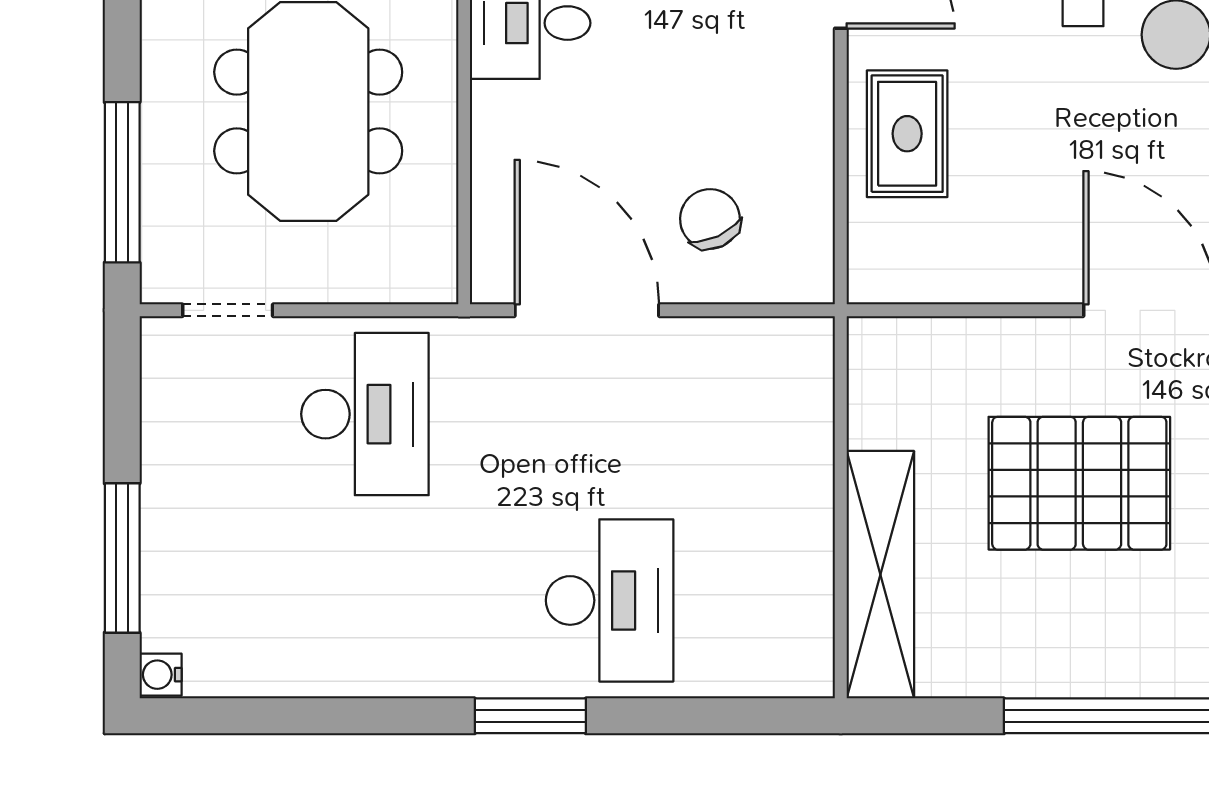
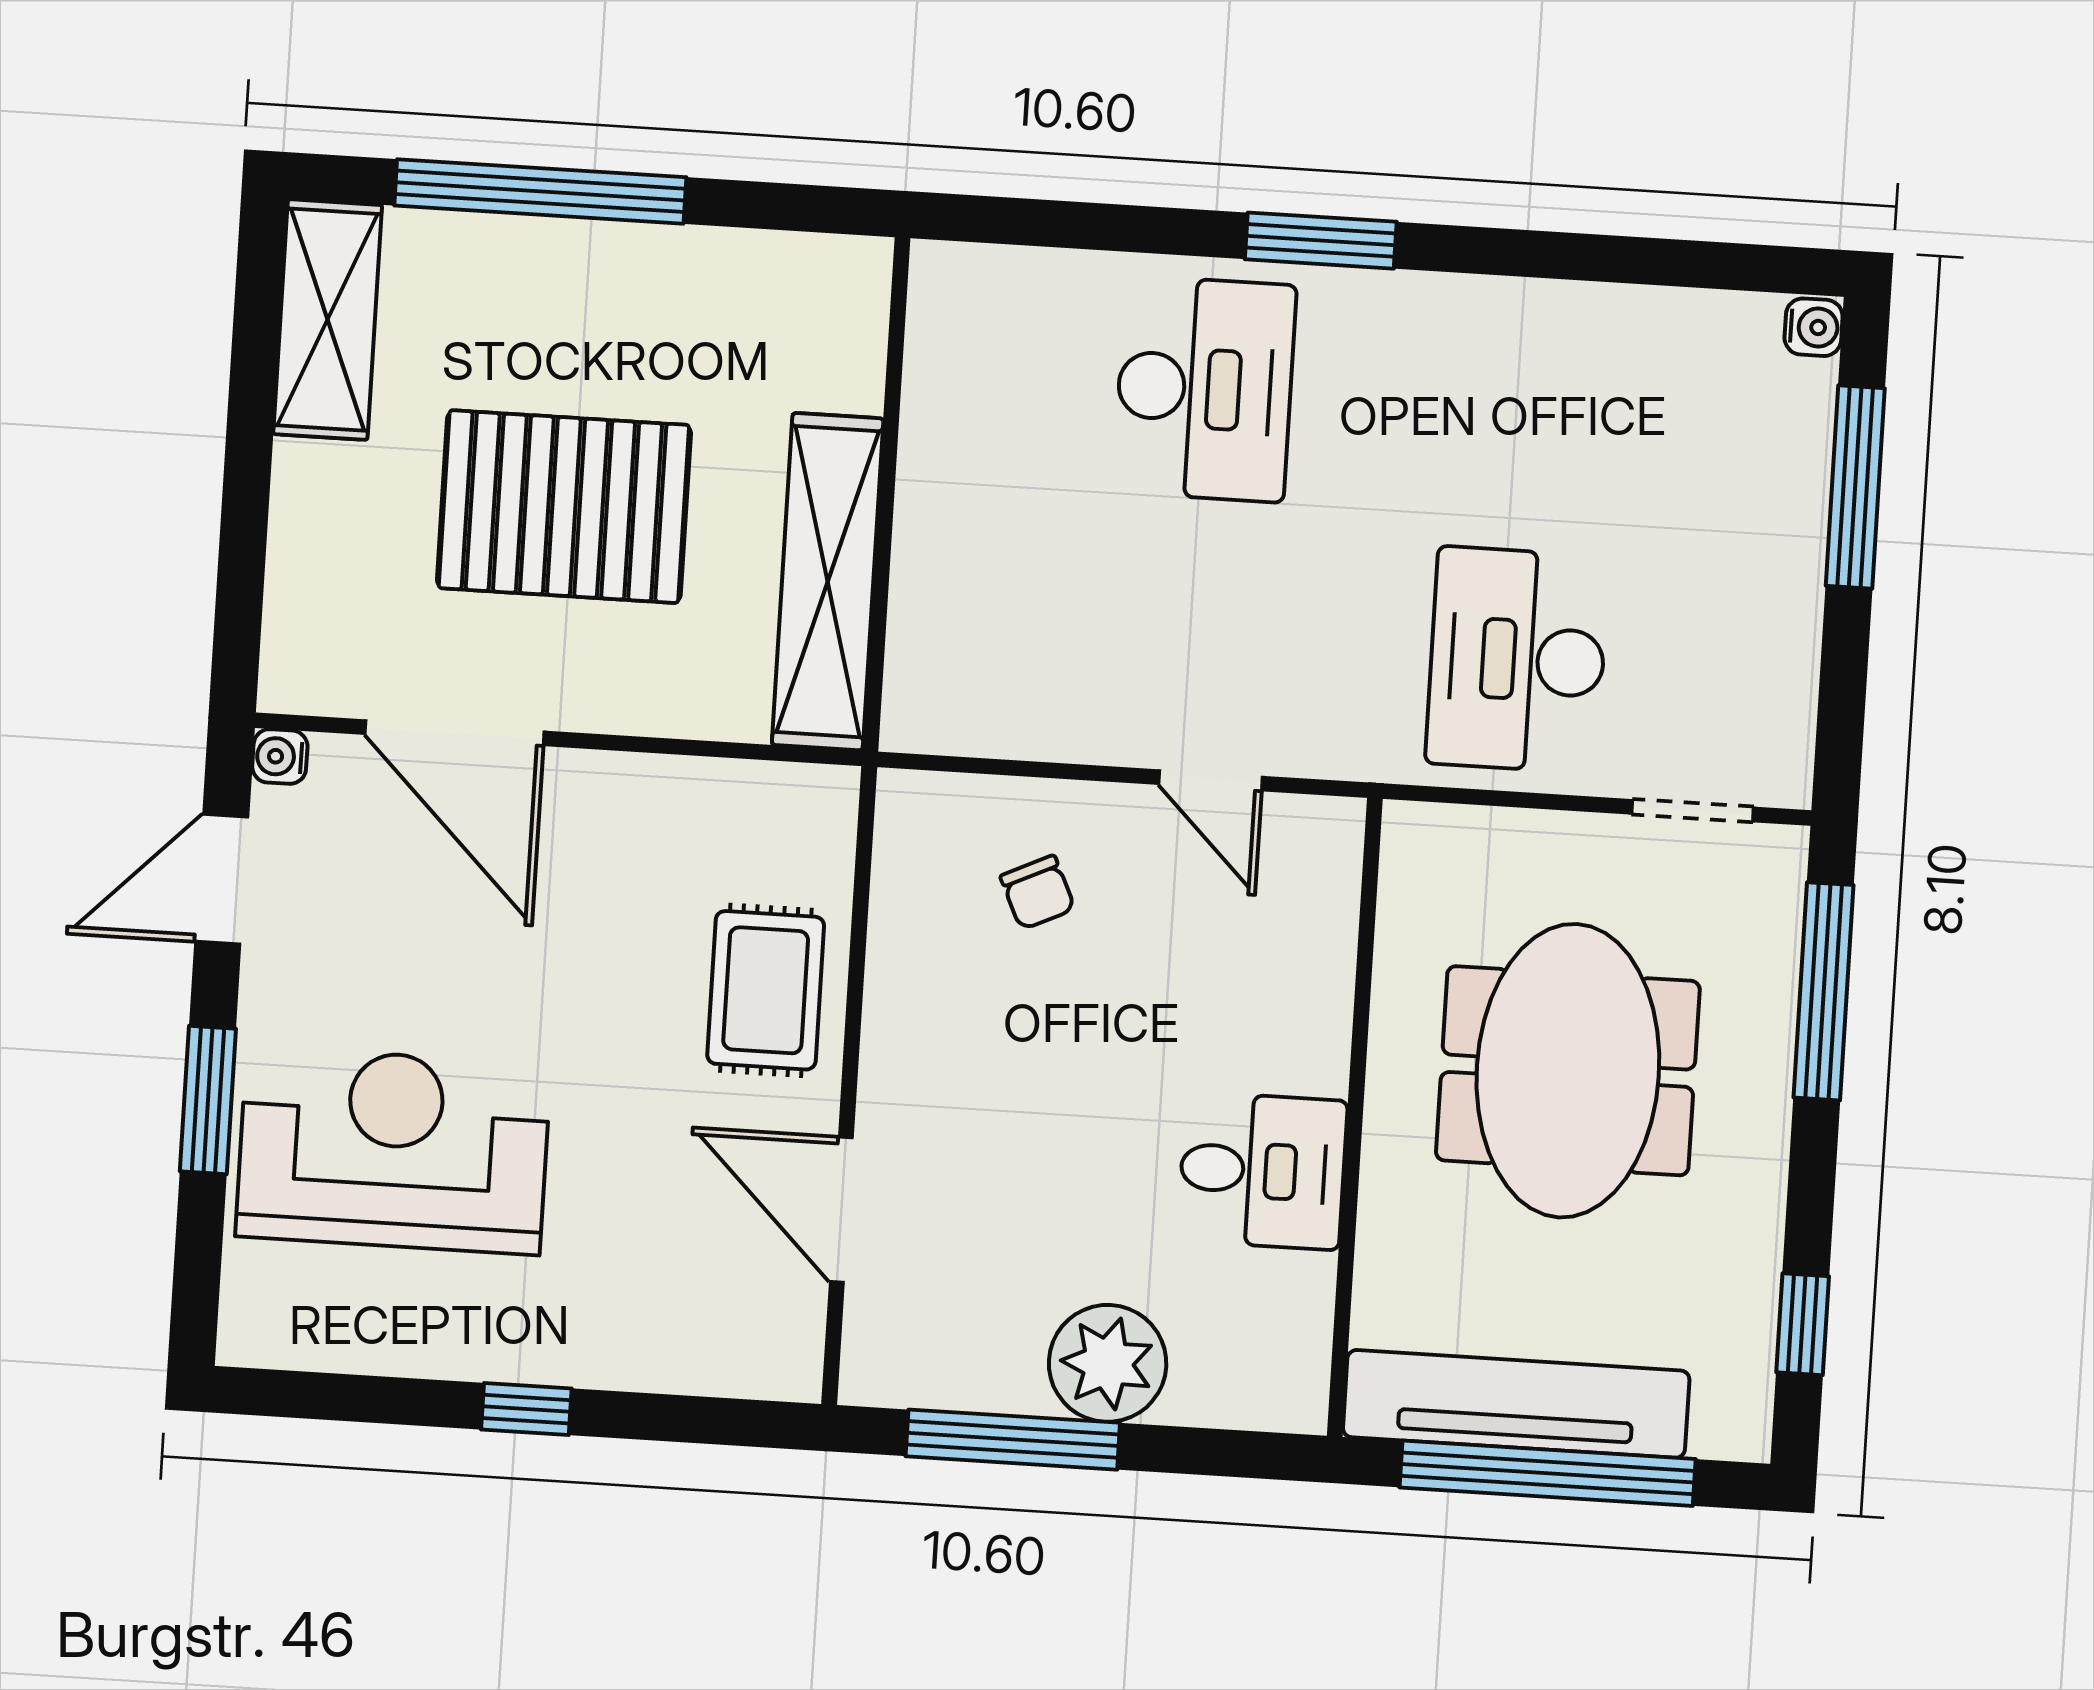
chair: (710, 219) -> (1038, 892), width x0.73, depth x0.73
door: (587, 310) -> (1210, 780), width x0.53
shelving: (880, 575) -> (828, 582), moved
desk: (610, 600) -> (1205, 389), turned 180

